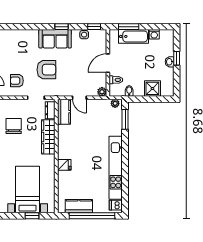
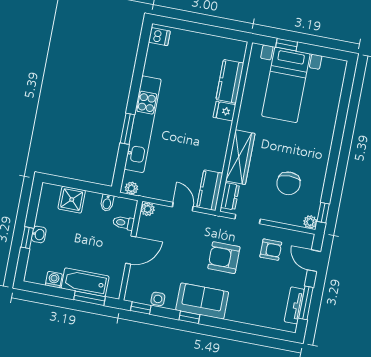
window: (125, 119) -> (127, 129), moved
kitchen unit: (116, 168) -> (143, 124), moved
kitchen counter: (79, 206) -> (230, 81), moved, turned 90
window: (92, 216) -> (198, 28), removed

